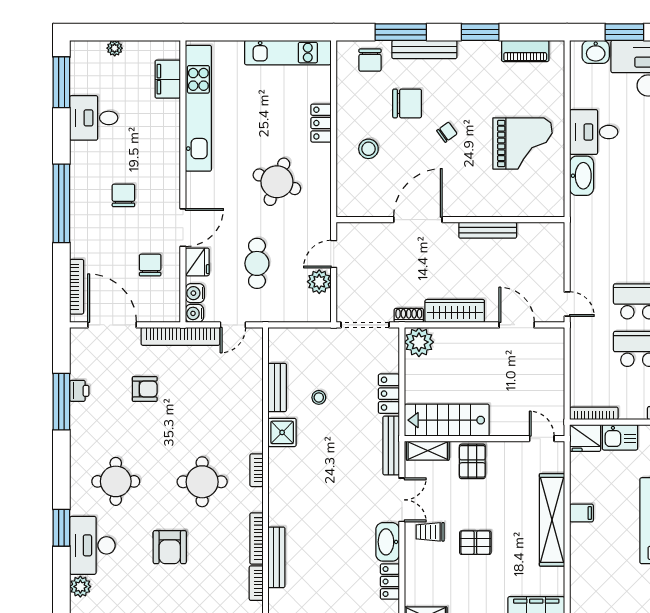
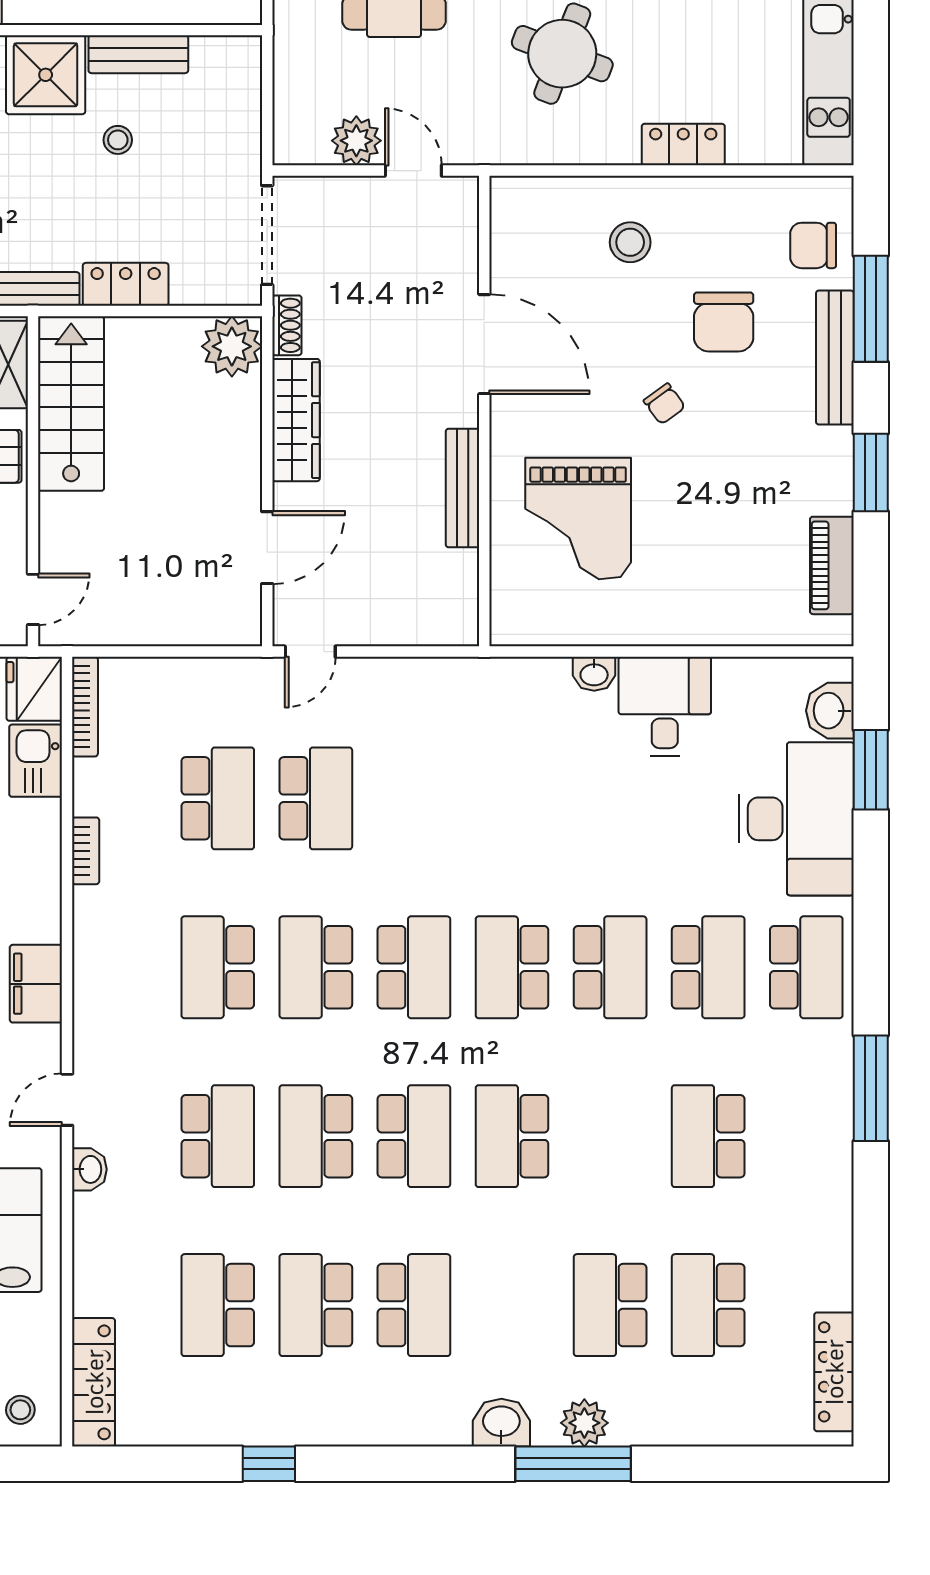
grand piano: (523, 143) -> (578, 519), moved
washbasin: (582, 176) -> (594, 674), width x0.52, depth x0.69
shower: (282, 432) -> (46, 75), width x1.36, depth x1.36

